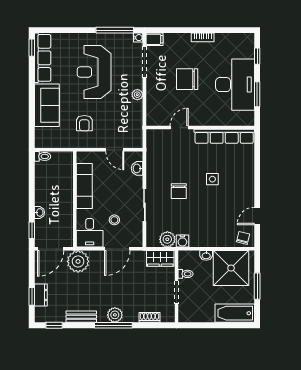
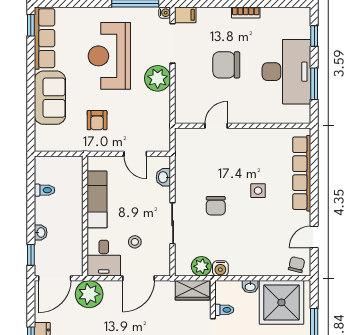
plant: (137, 95) -> (158, 78), width x1.87, depth x1.87
row of seats: (224, 136) -> (302, 173), moved, turned 90
toilet: (43, 156) -> (45, 190), moved

